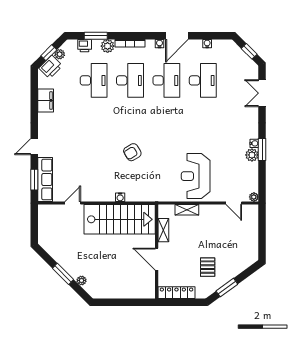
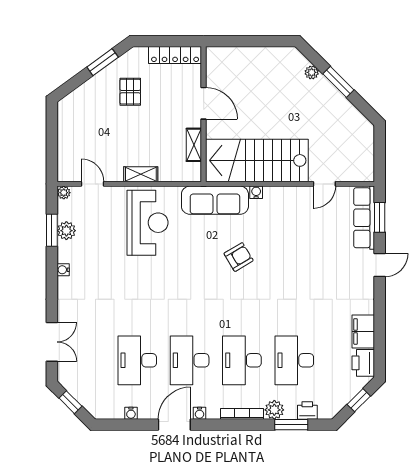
plant: (60, 54) -> (343, 398), removed
printer: (51, 67) -> (363, 363), moved, turned -45
window: (262, 149) -> (52, 230), moved
plant: (252, 155) -> (66, 231), moved
sofa: (149, 192) -> (215, 200), added
shelving: (187, 210) -> (141, 174), moved

